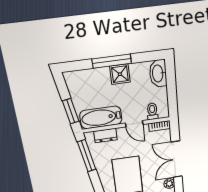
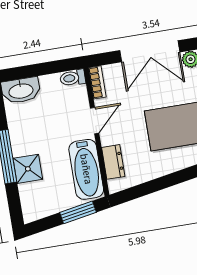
shower: (120, 74) -> (28, 169), moved
toilet: (152, 111) -> (73, 78), moved
window: (87, 156) -> (145, 189), removed

